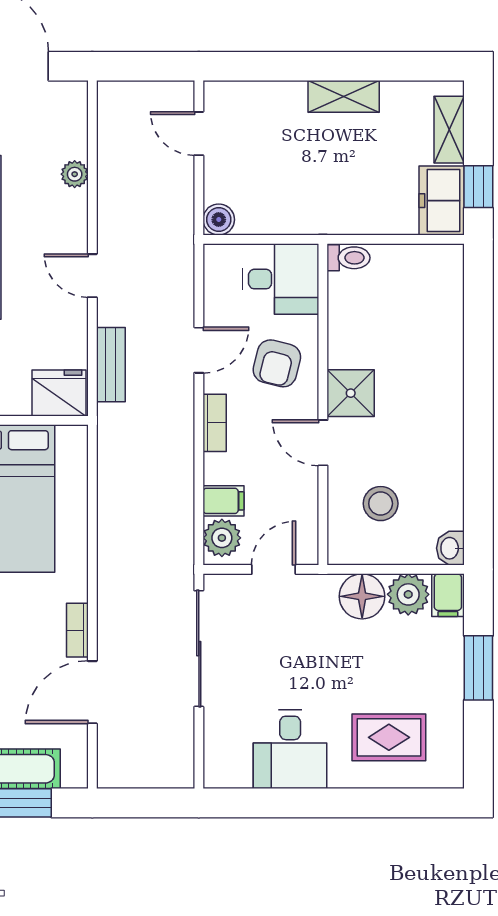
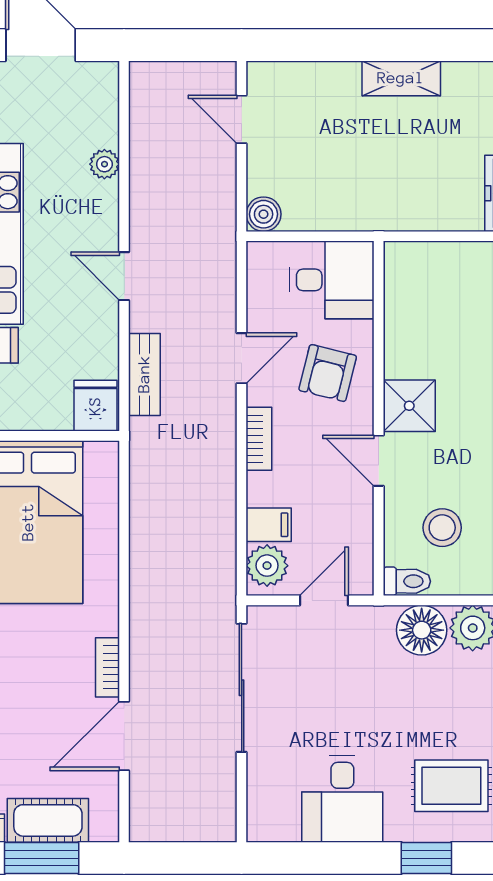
toilet: (349, 258) -> (407, 581), moved
fridge: (59, 393) -> (95, 406), width x0.72
window: (366, 803) -> (426, 858), added

